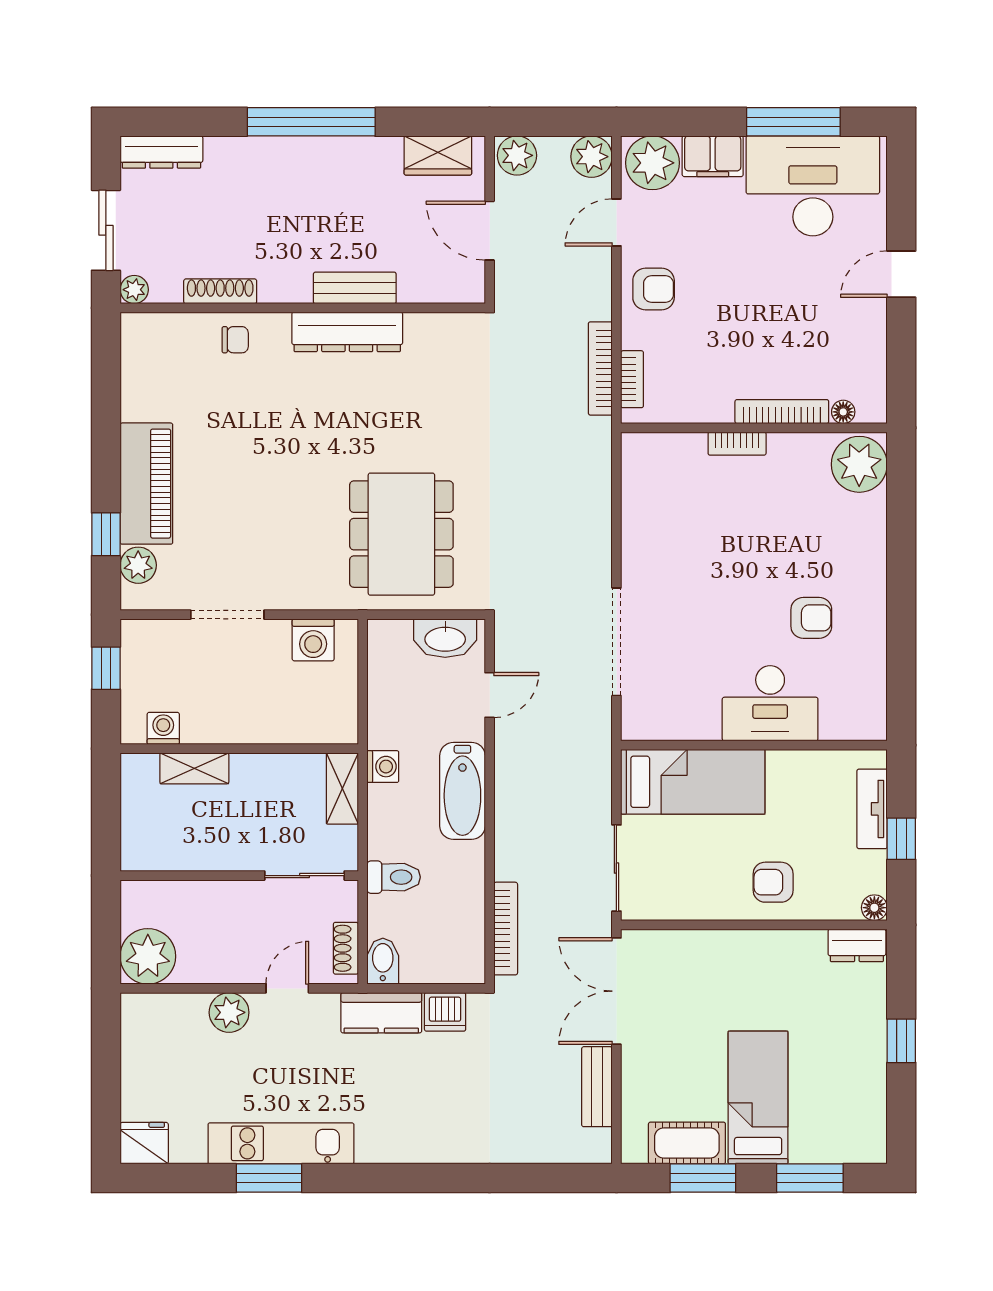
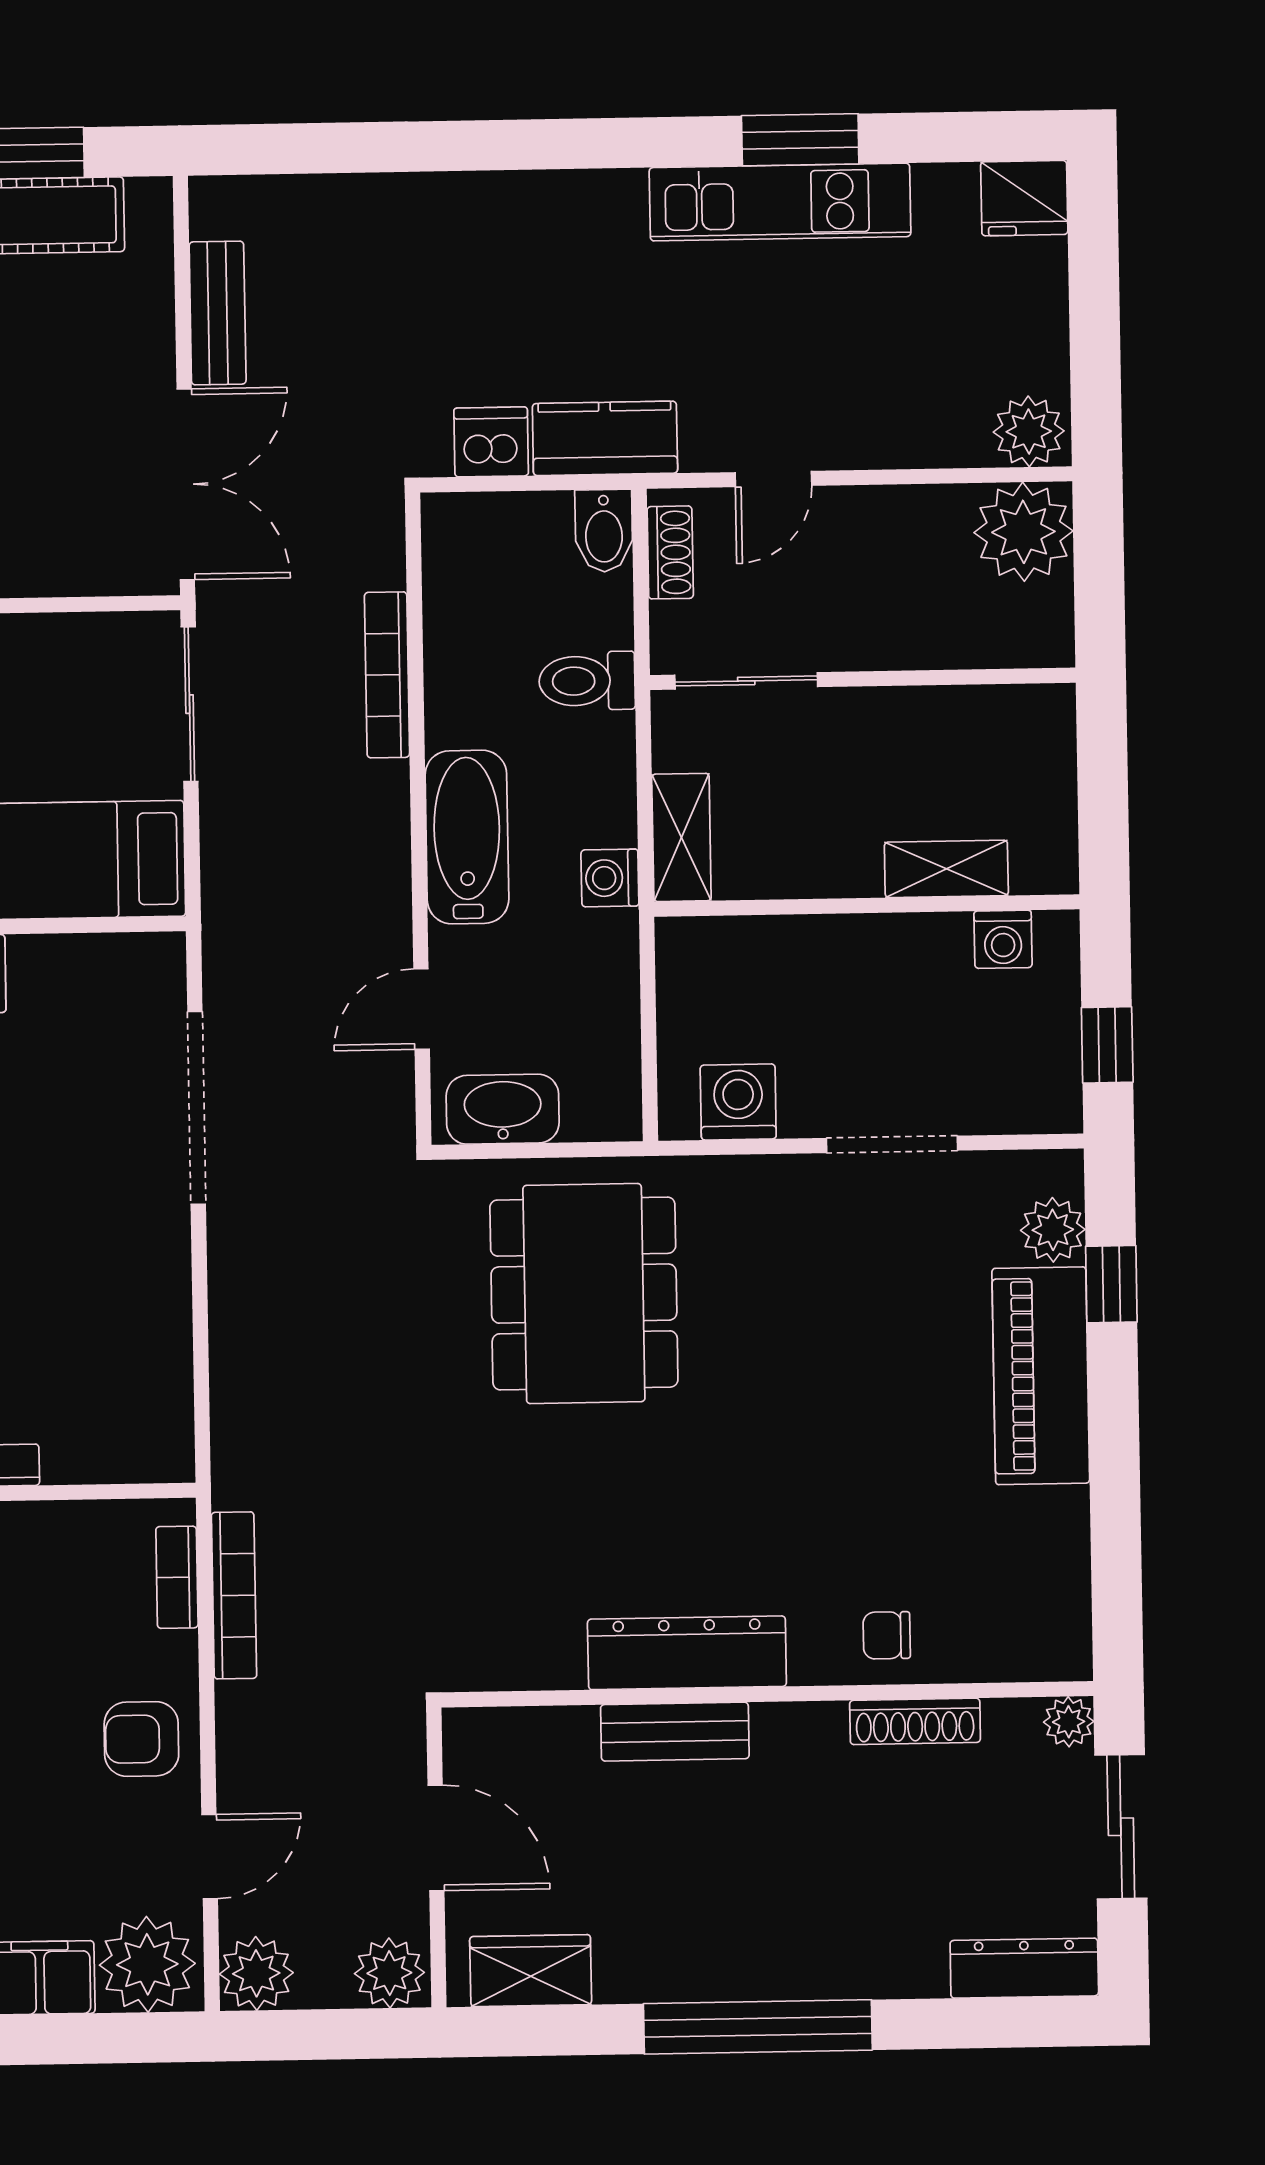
bookcase: (506, 929) -> (387, 675), moved
plant: (229, 1012) -> (1029, 431), moved

